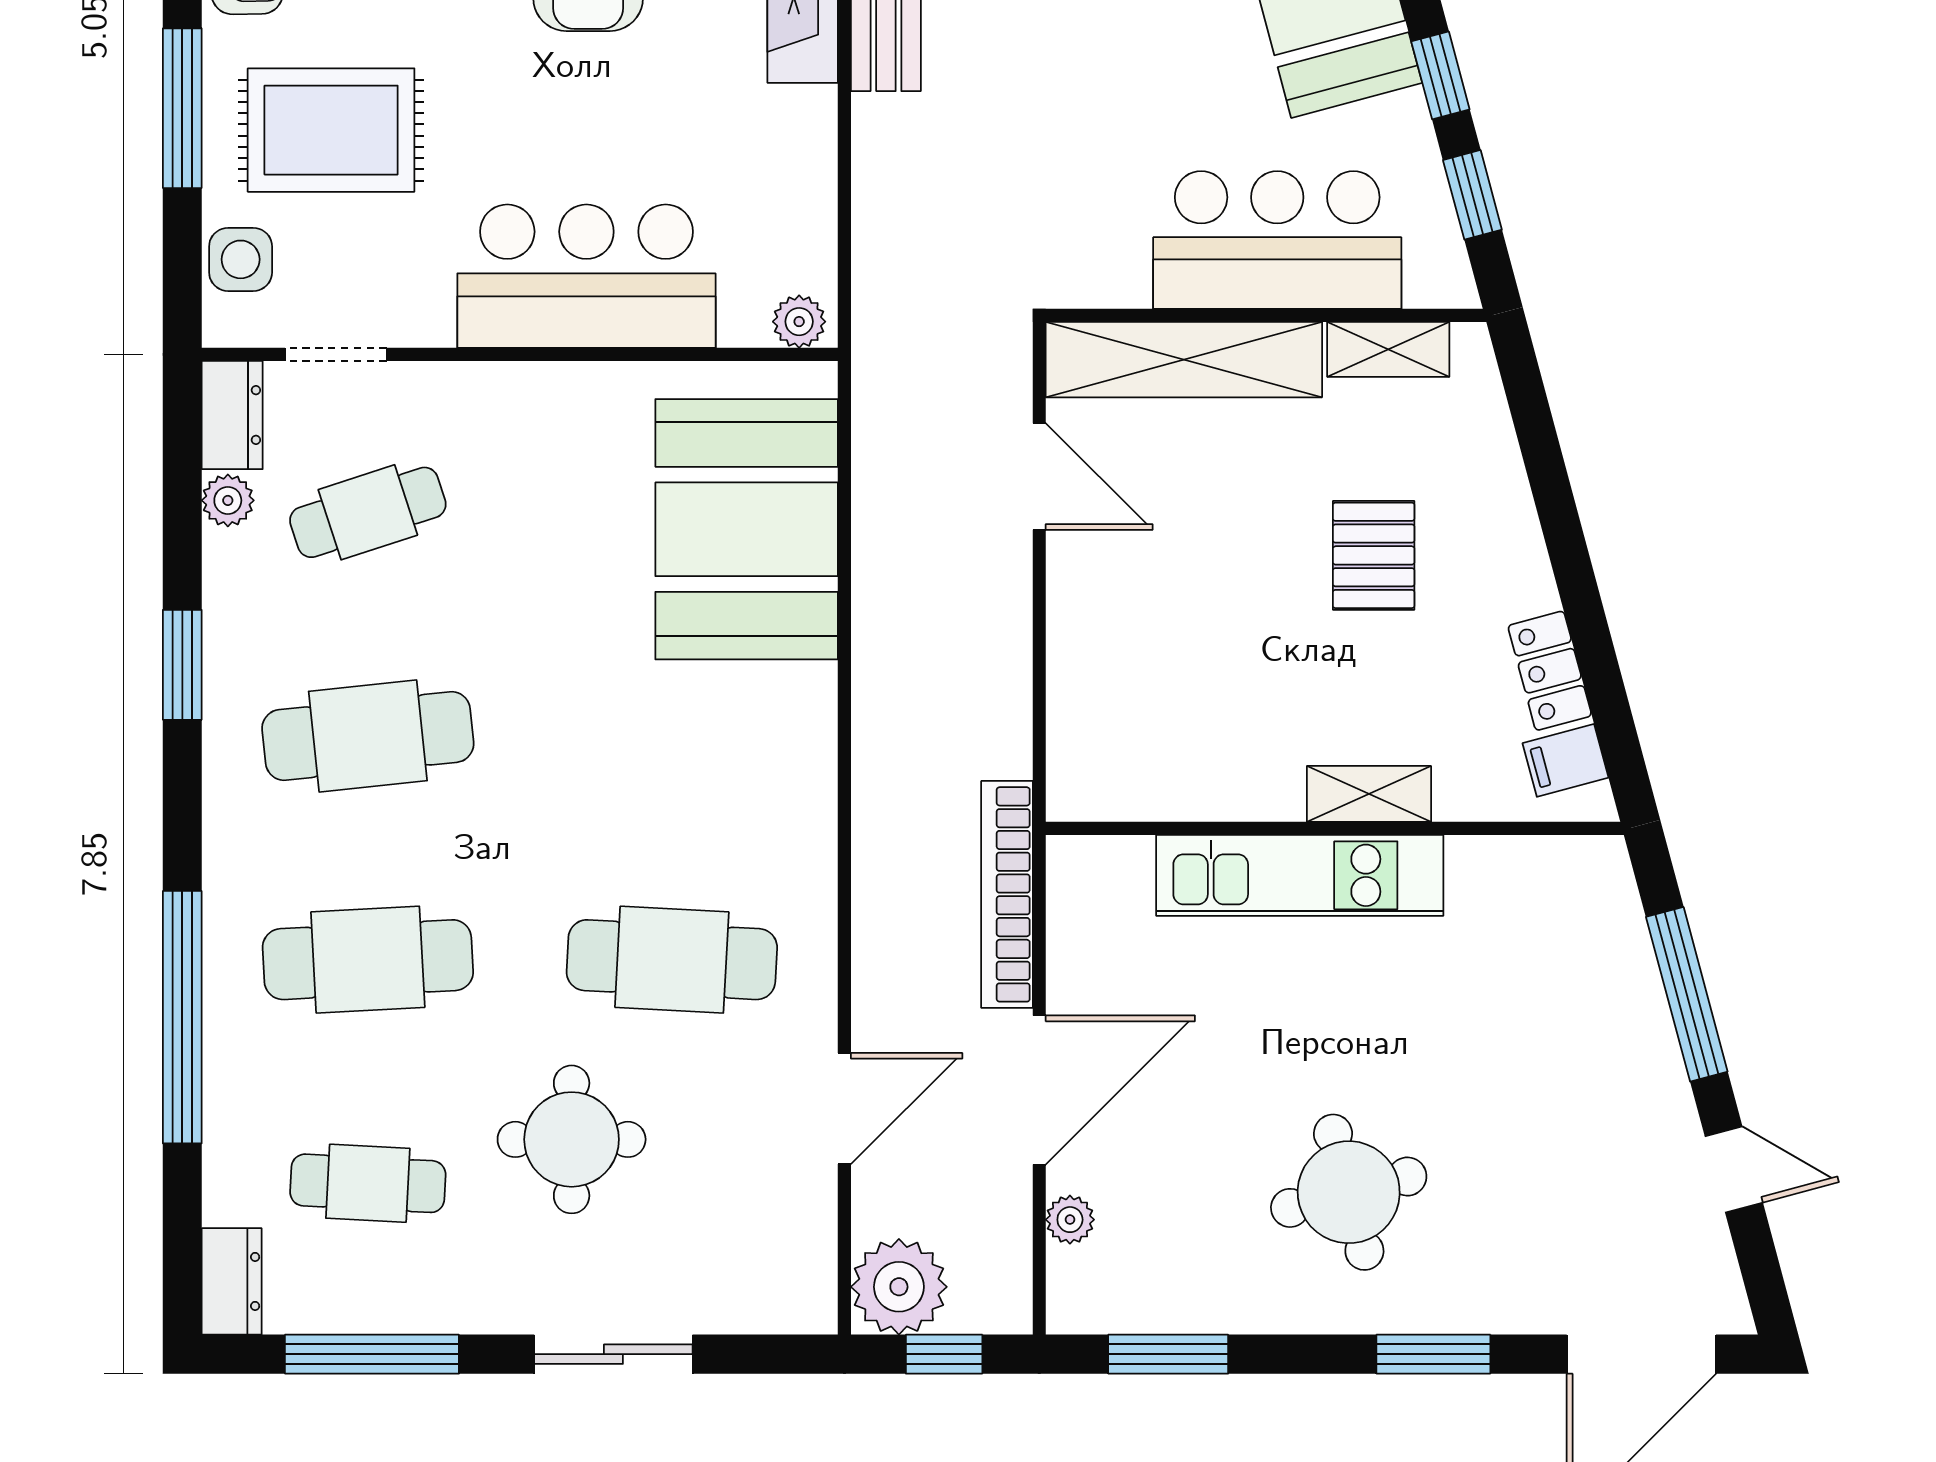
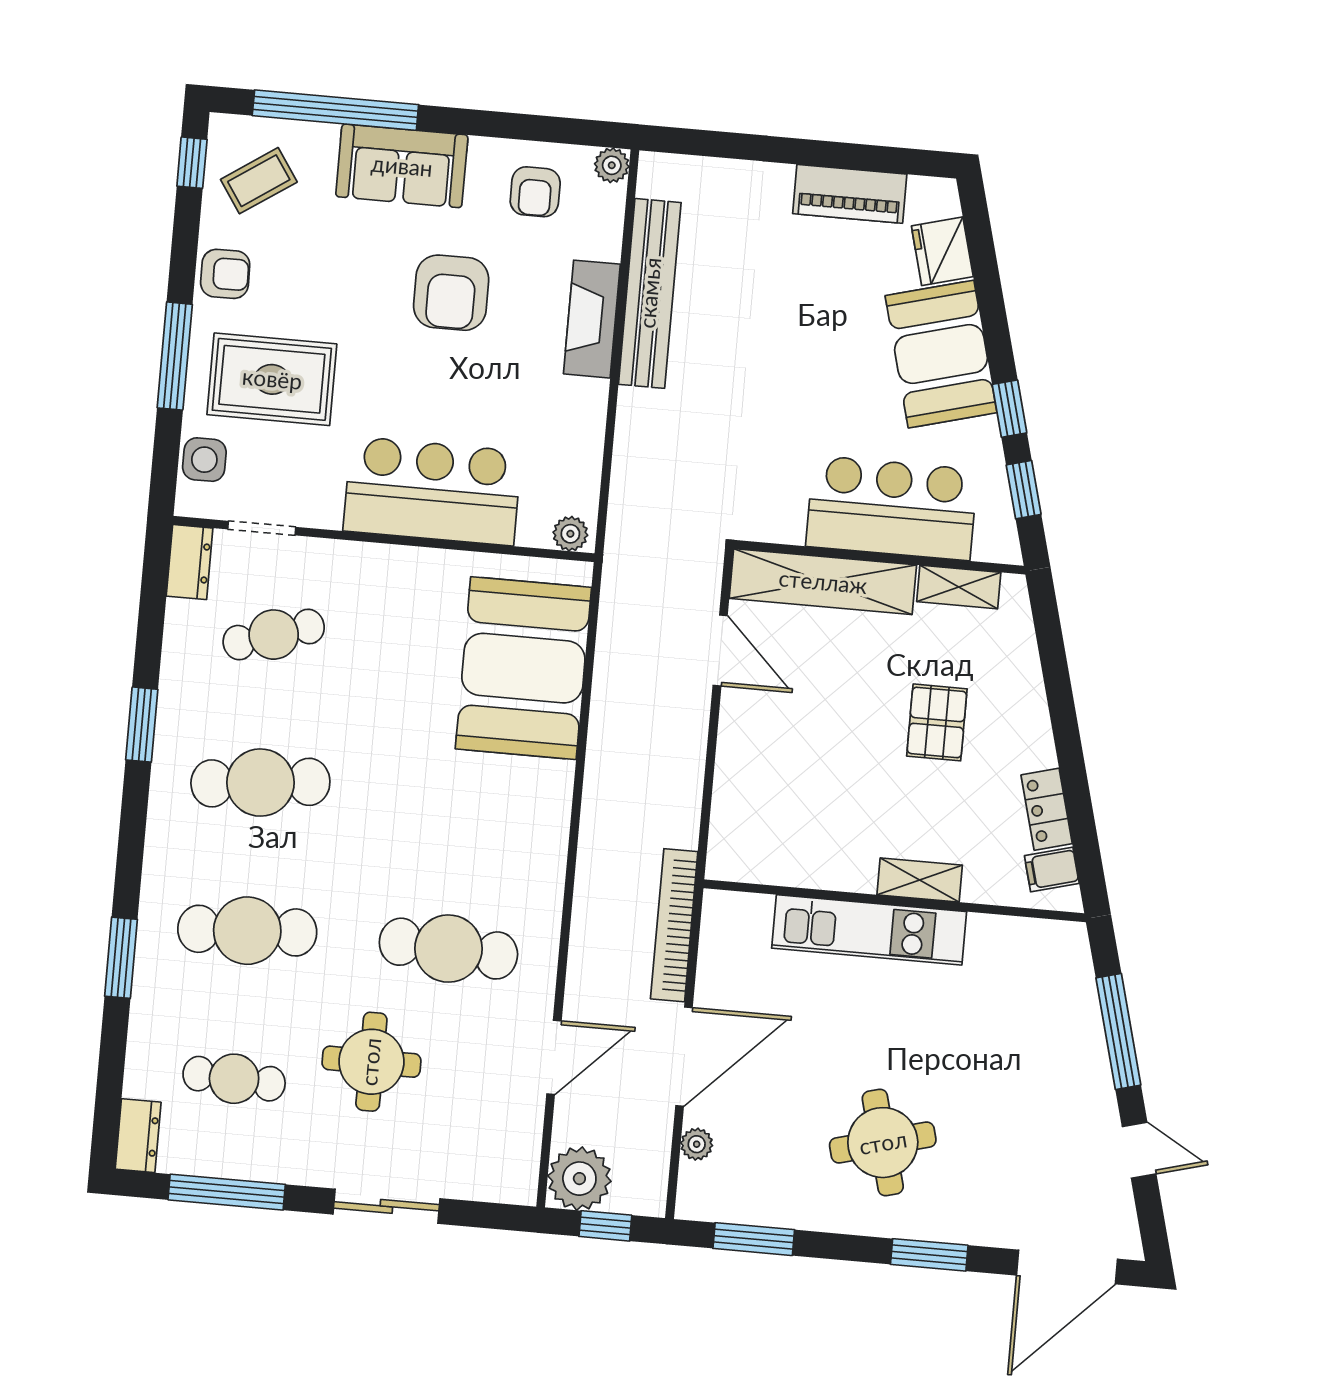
plant: (228, 500) -> (182, 618), removed
window: (182, 1017) -> (121, 958), width x0.47

